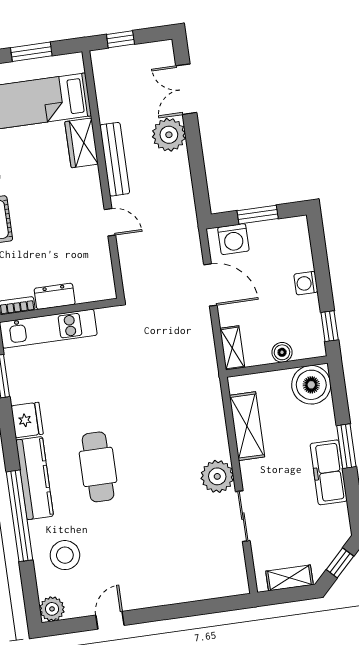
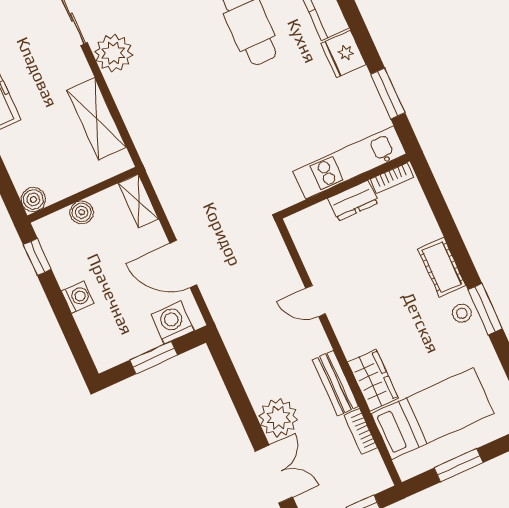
bookcase: (104, 103) -> (361, 431), added
bench: (115, 159) -> (335, 383), width x0.73
boiler: (311, 385) -> (33, 199), width x0.54, depth x0.54

